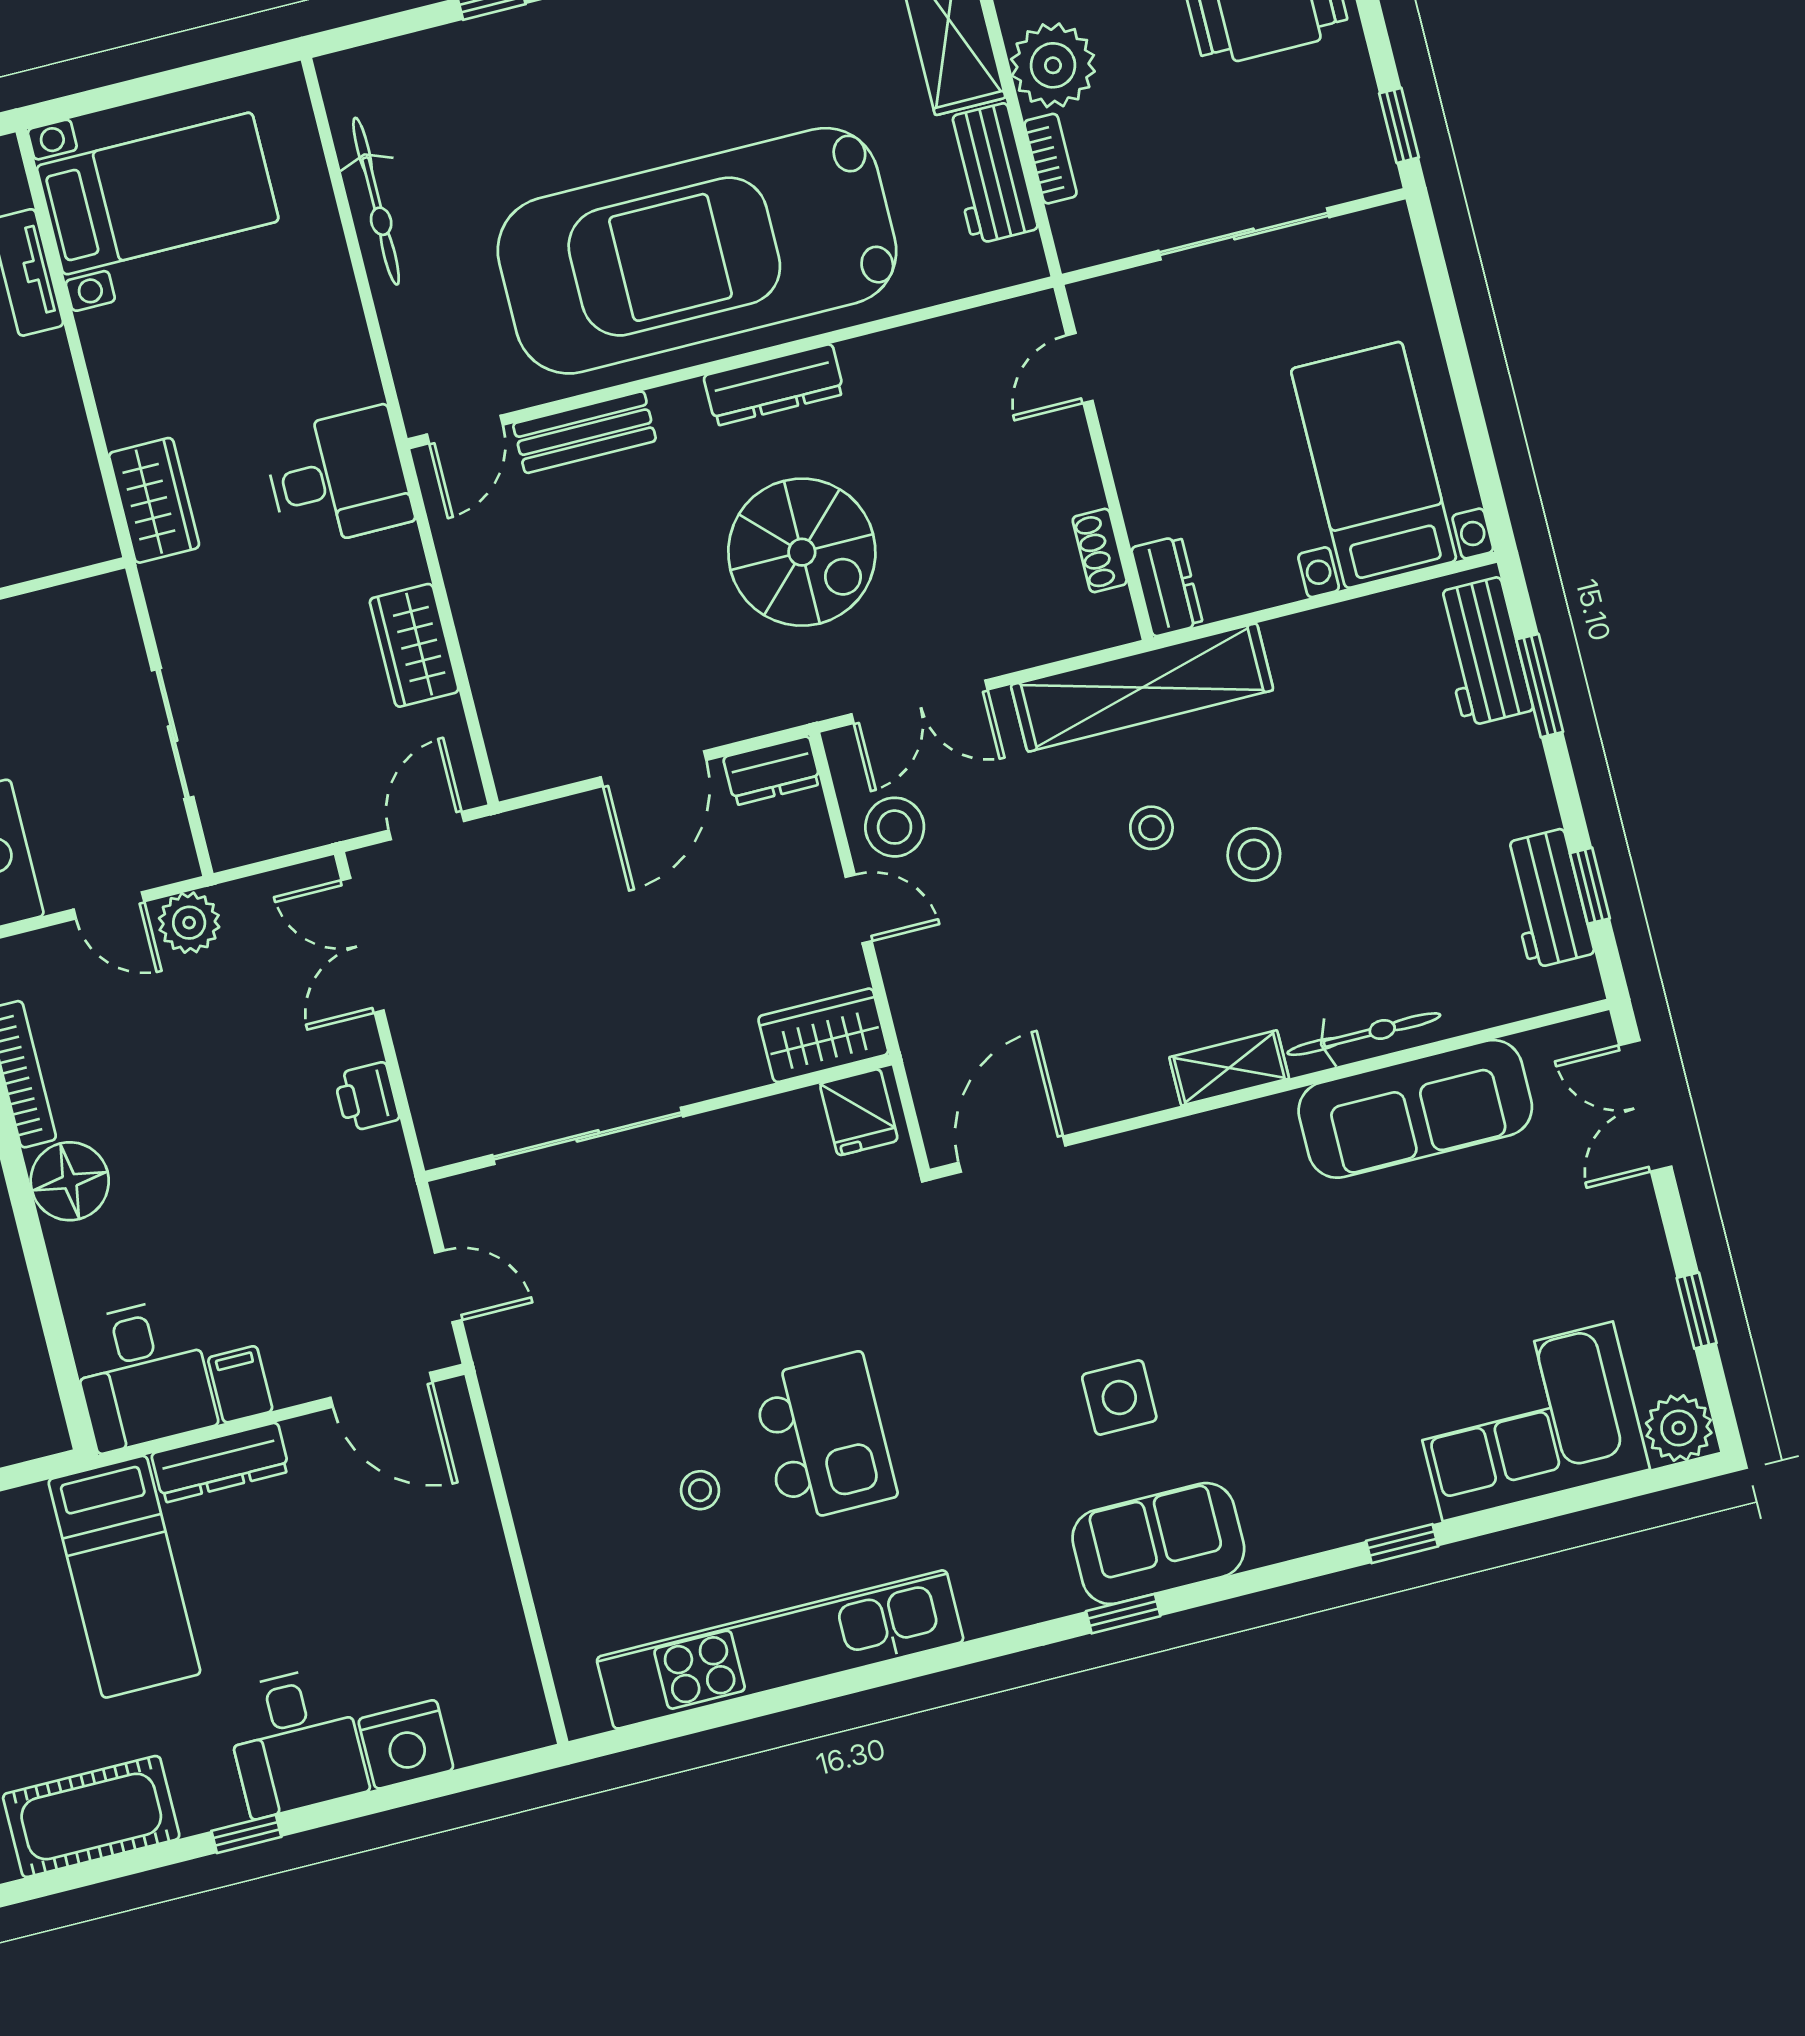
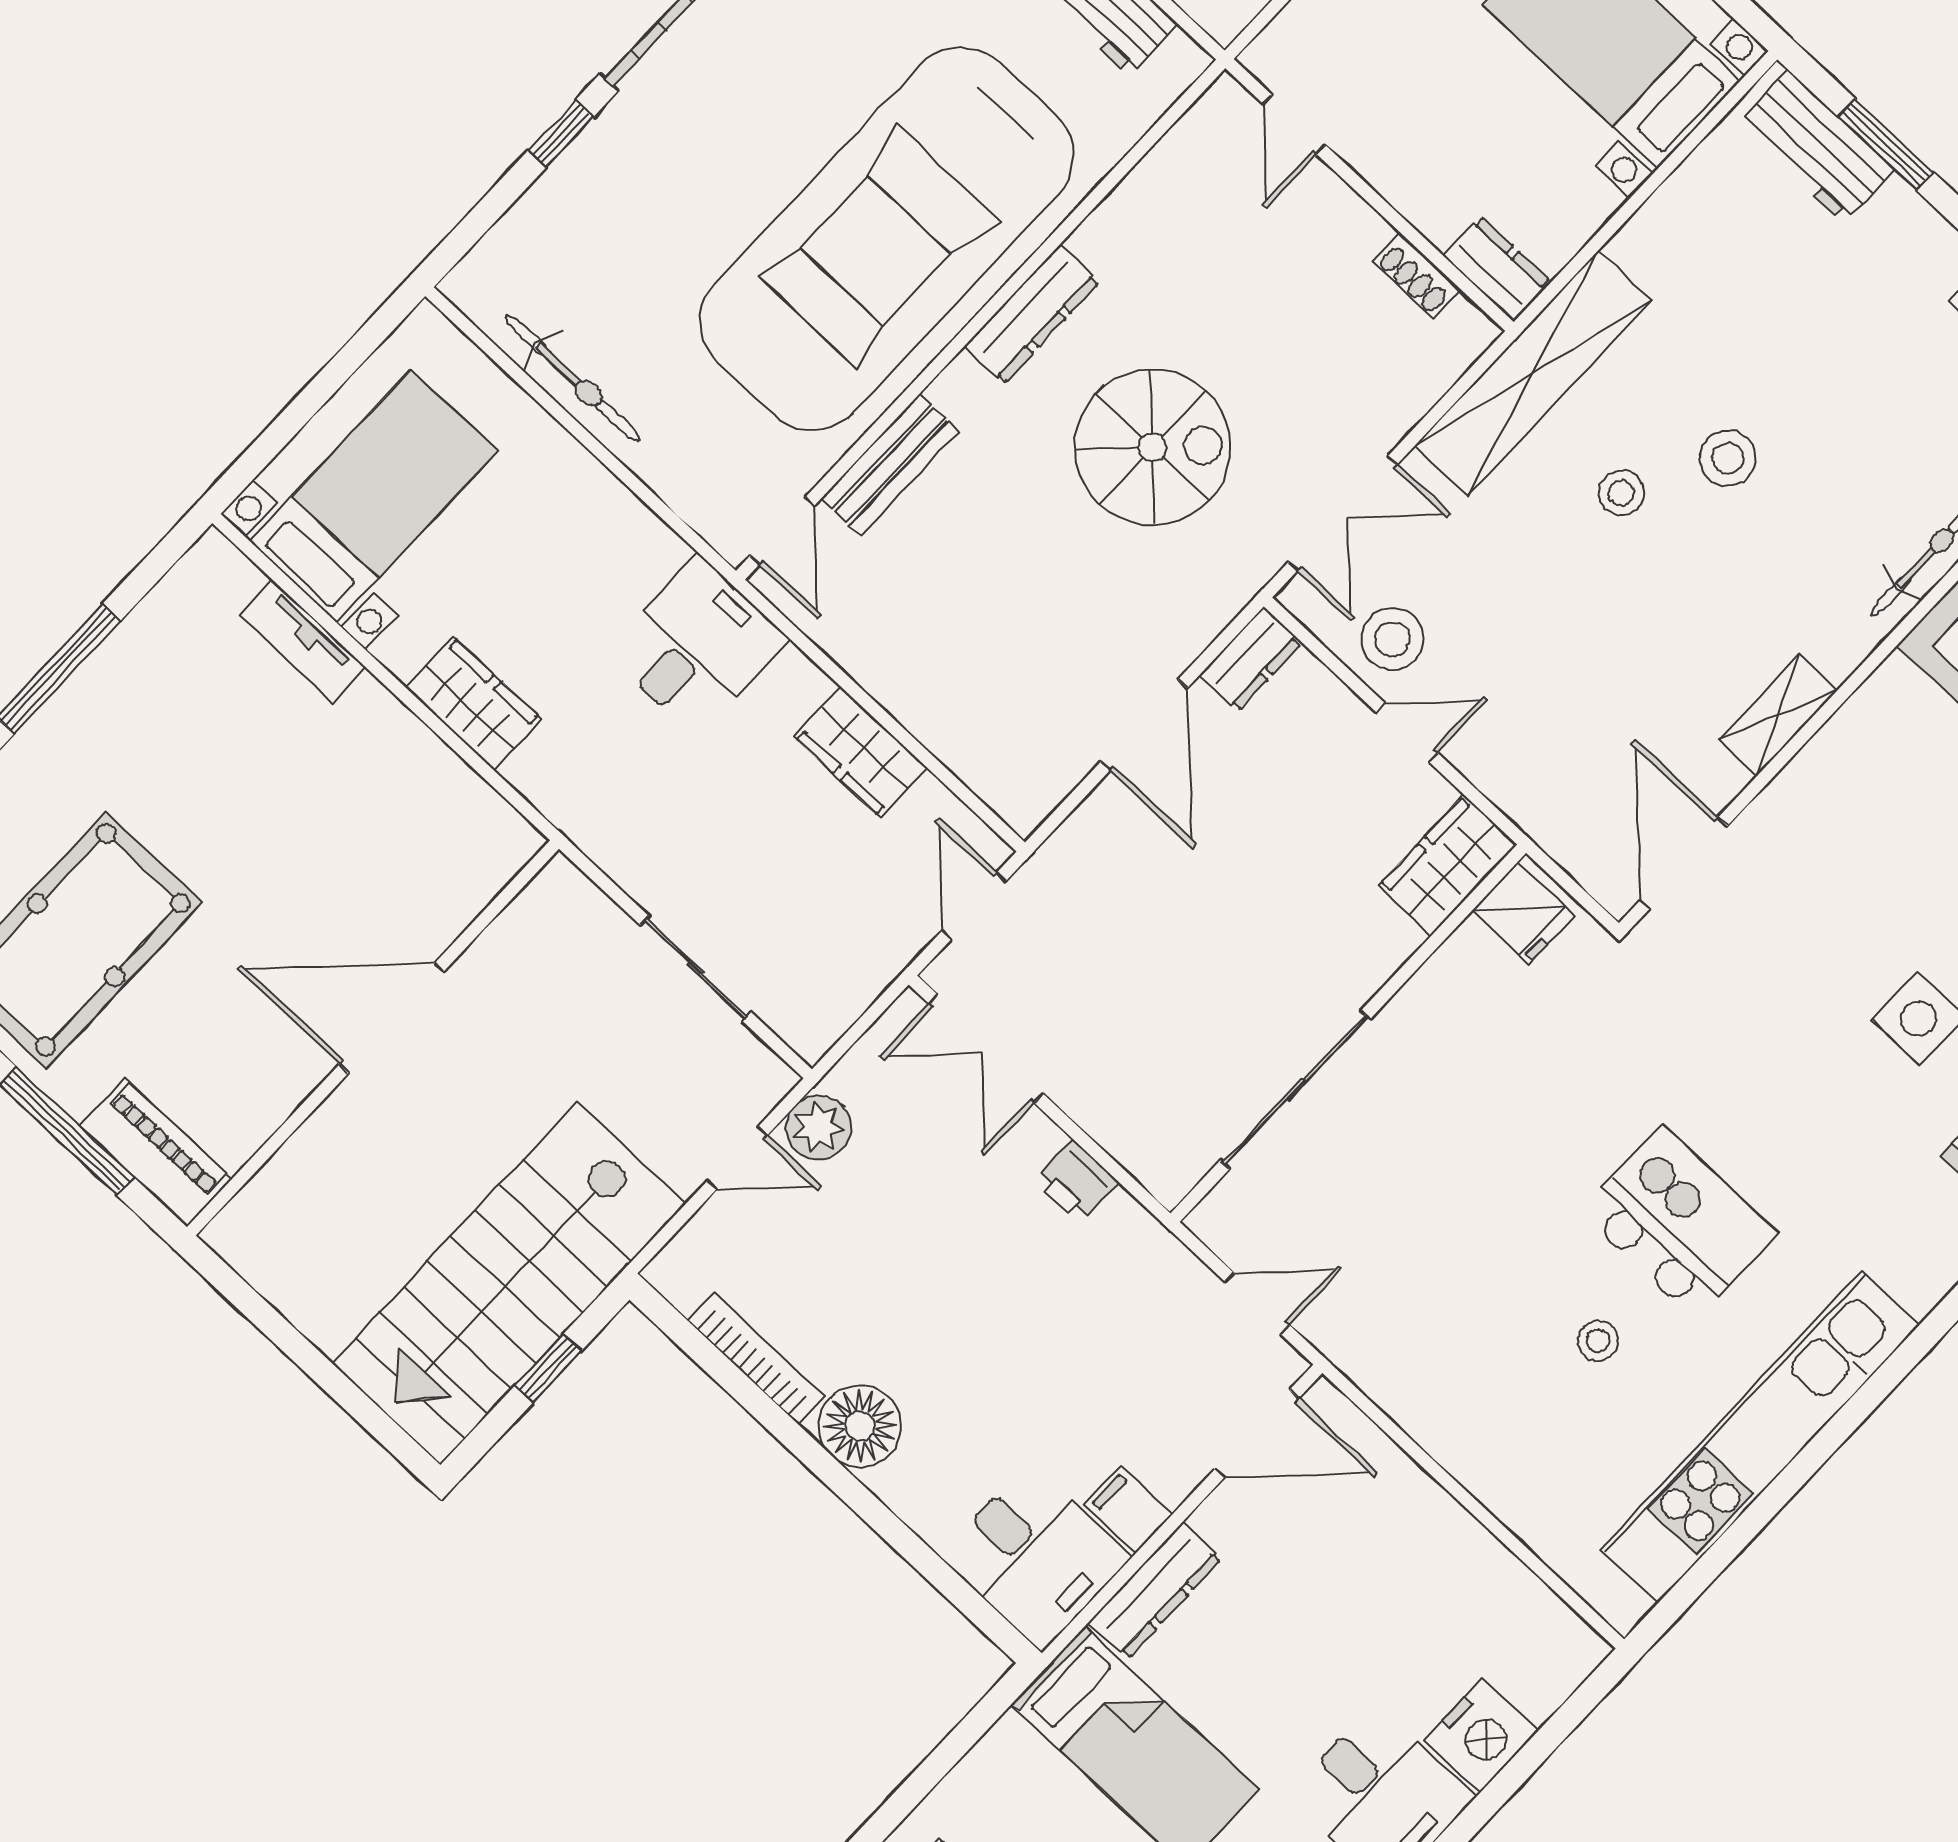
wardrobe: (154, 500) -> (473, 703), moved
shelving: (1229, 1068) -> (1778, 715), moved

